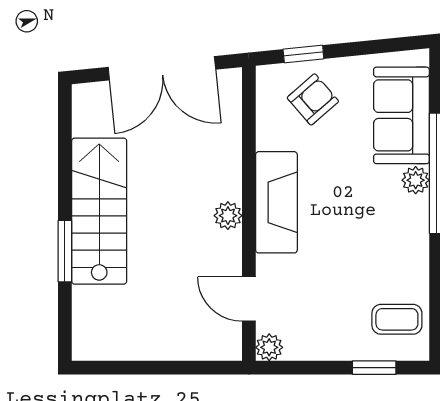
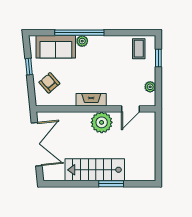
window: (303, 54) -> (29, 67), moved
fireplace: (276, 202) -> (91, 100), width x0.73, depth x0.76
plant: (228, 216) -> (102, 122), width x1.88, depth x1.88
plant: (269, 347) -> (150, 87), moved

